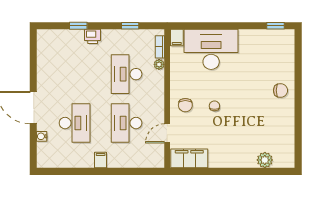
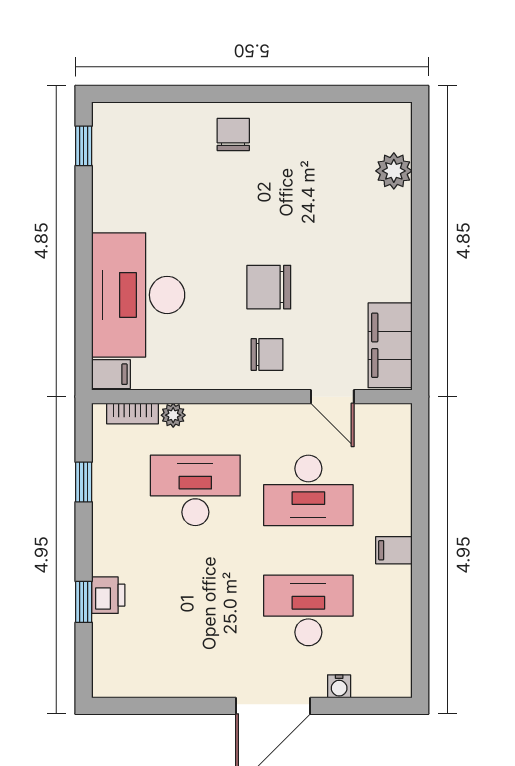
printer: (93, 36) -> (108, 595), moved
desk: (127, 74) -> (195, 490), turned 180
chair: (214, 106) -> (269, 287), width x1.87, depth x1.87

